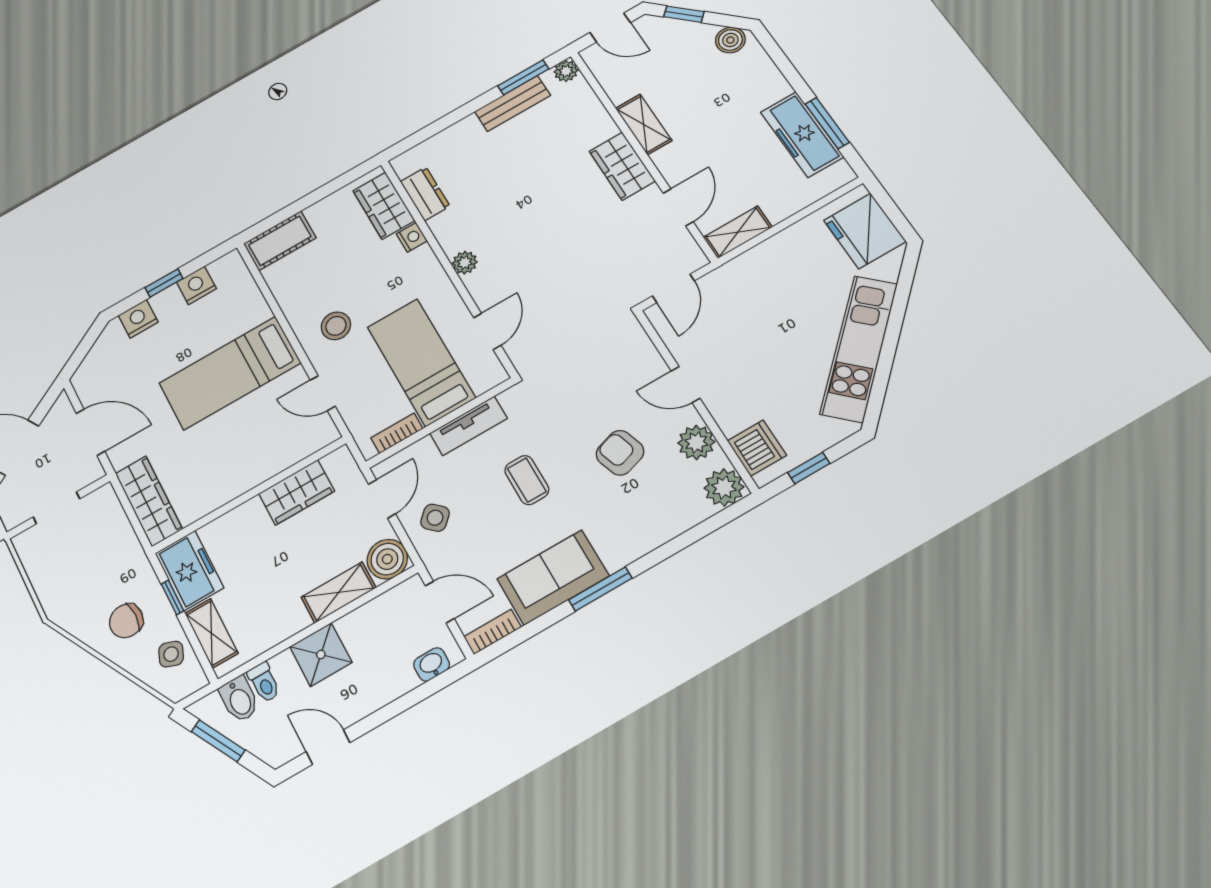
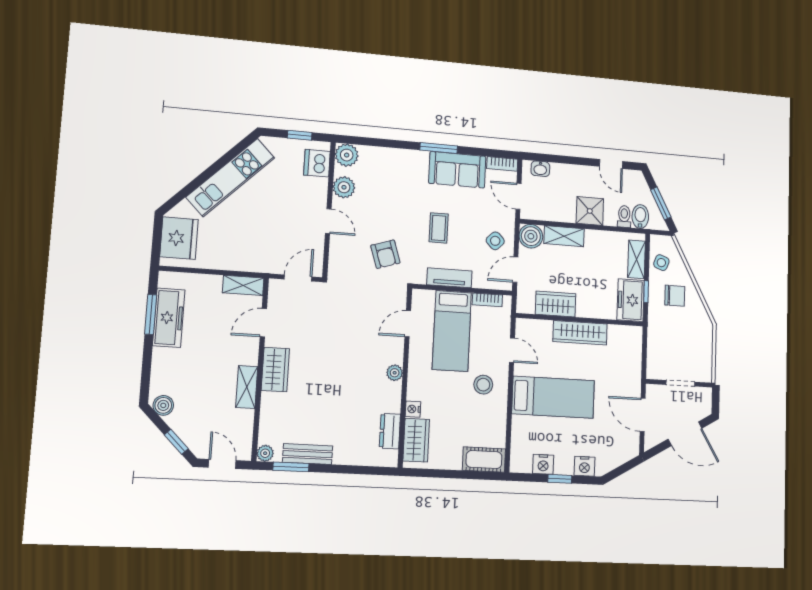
armchair: (620, 453) -> (385, 254), moved
wardrobe: (149, 501) -> (580, 333), moved, turned -90

